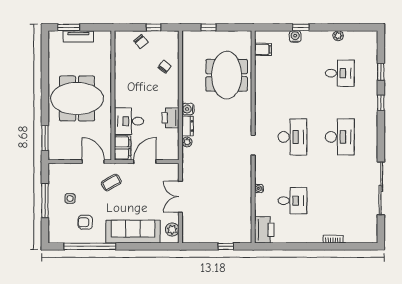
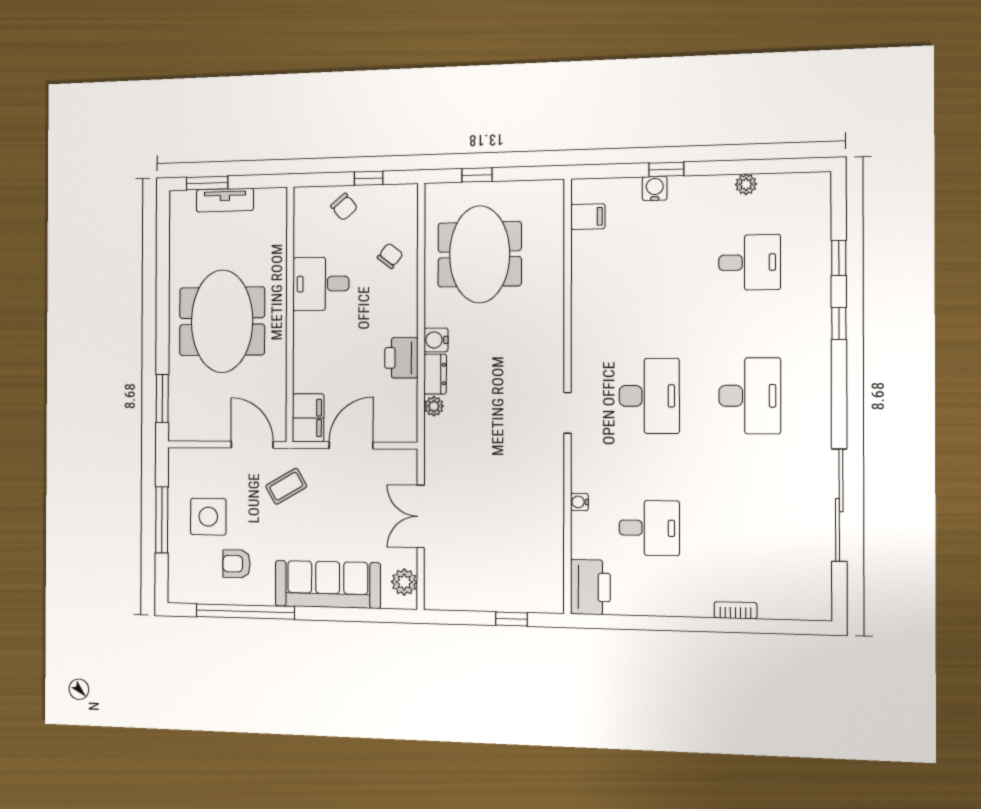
meeting table: (227, 75) -> (480, 254), moved
meeting table: (77, 99) -> (222, 321), turned 90
desk: (129, 121) -> (321, 284), moved
side table: (70, 198) -> (208, 517), width x1.87, depth x1.87

